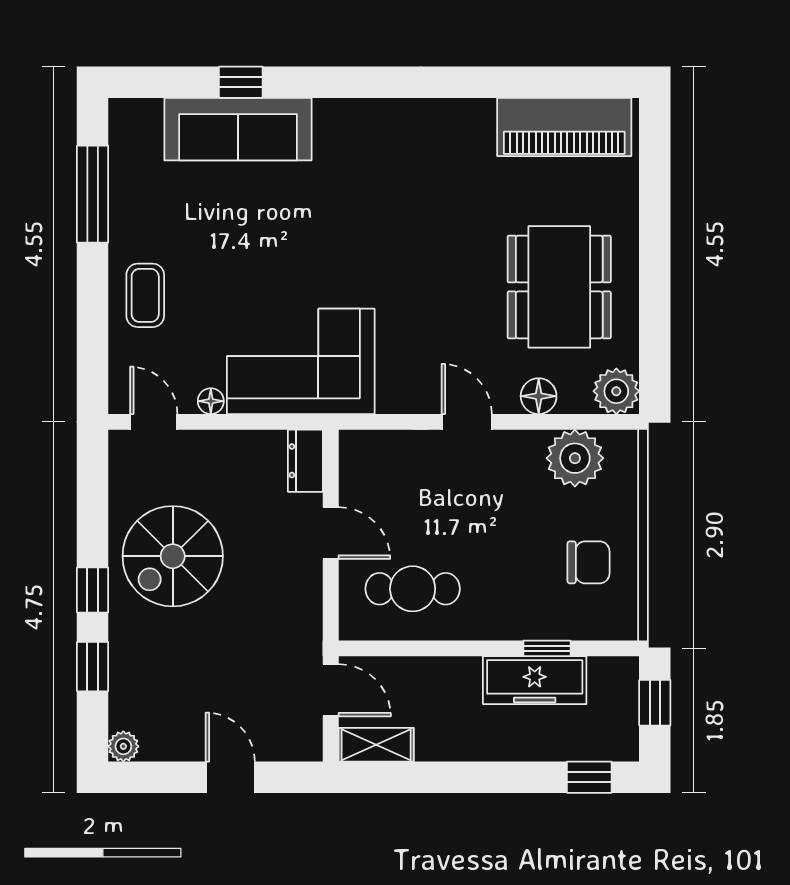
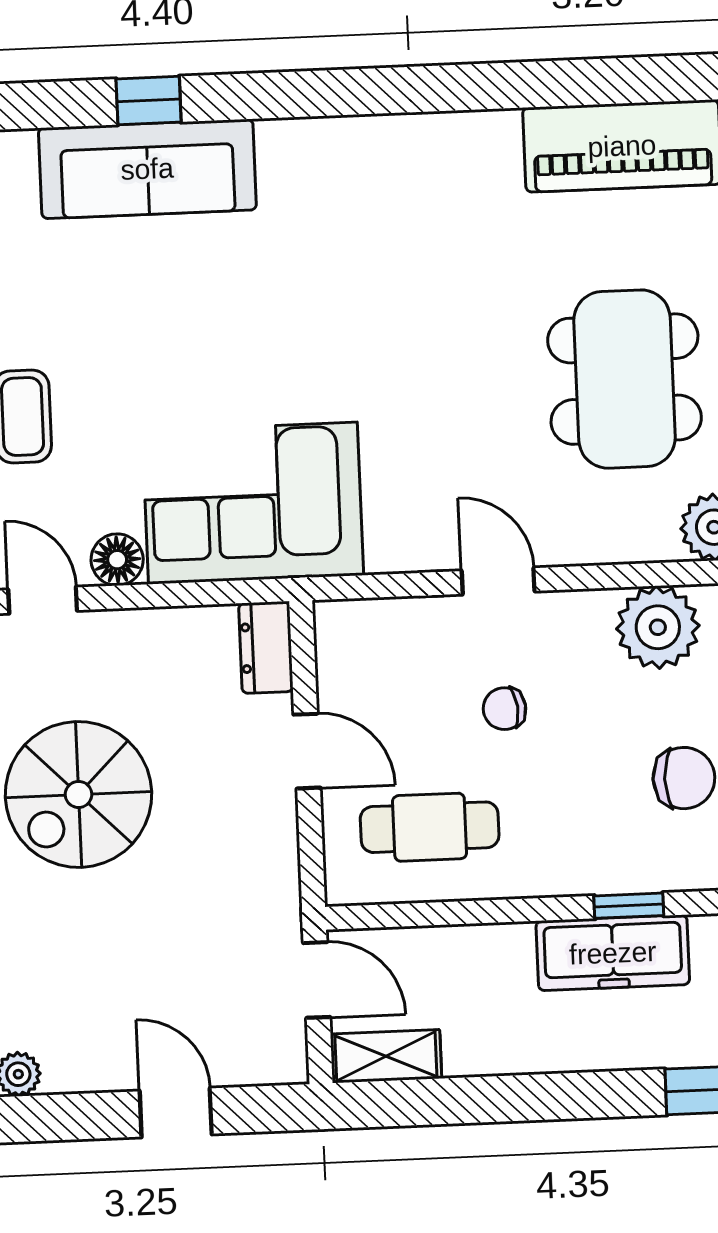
floor lamp: (539, 396) -> (601, 539), removed
floor lamp: (211, 401) -> (117, 560), width x1.37, depth x1.37
chair: (467, 510) -> (504, 709), added

